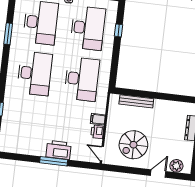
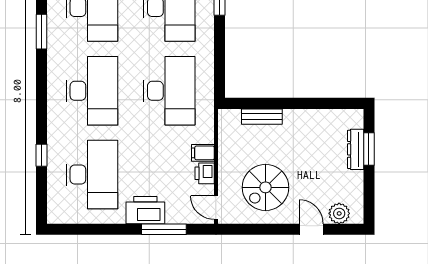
bench: (136, 101) -> (262, 117), width x0.73
desk: (29, 124) -> (92, 175), added
window: (54, 161) -> (164, 229), moved
door: (158, 173) -> (311, 229), hinge flipped

